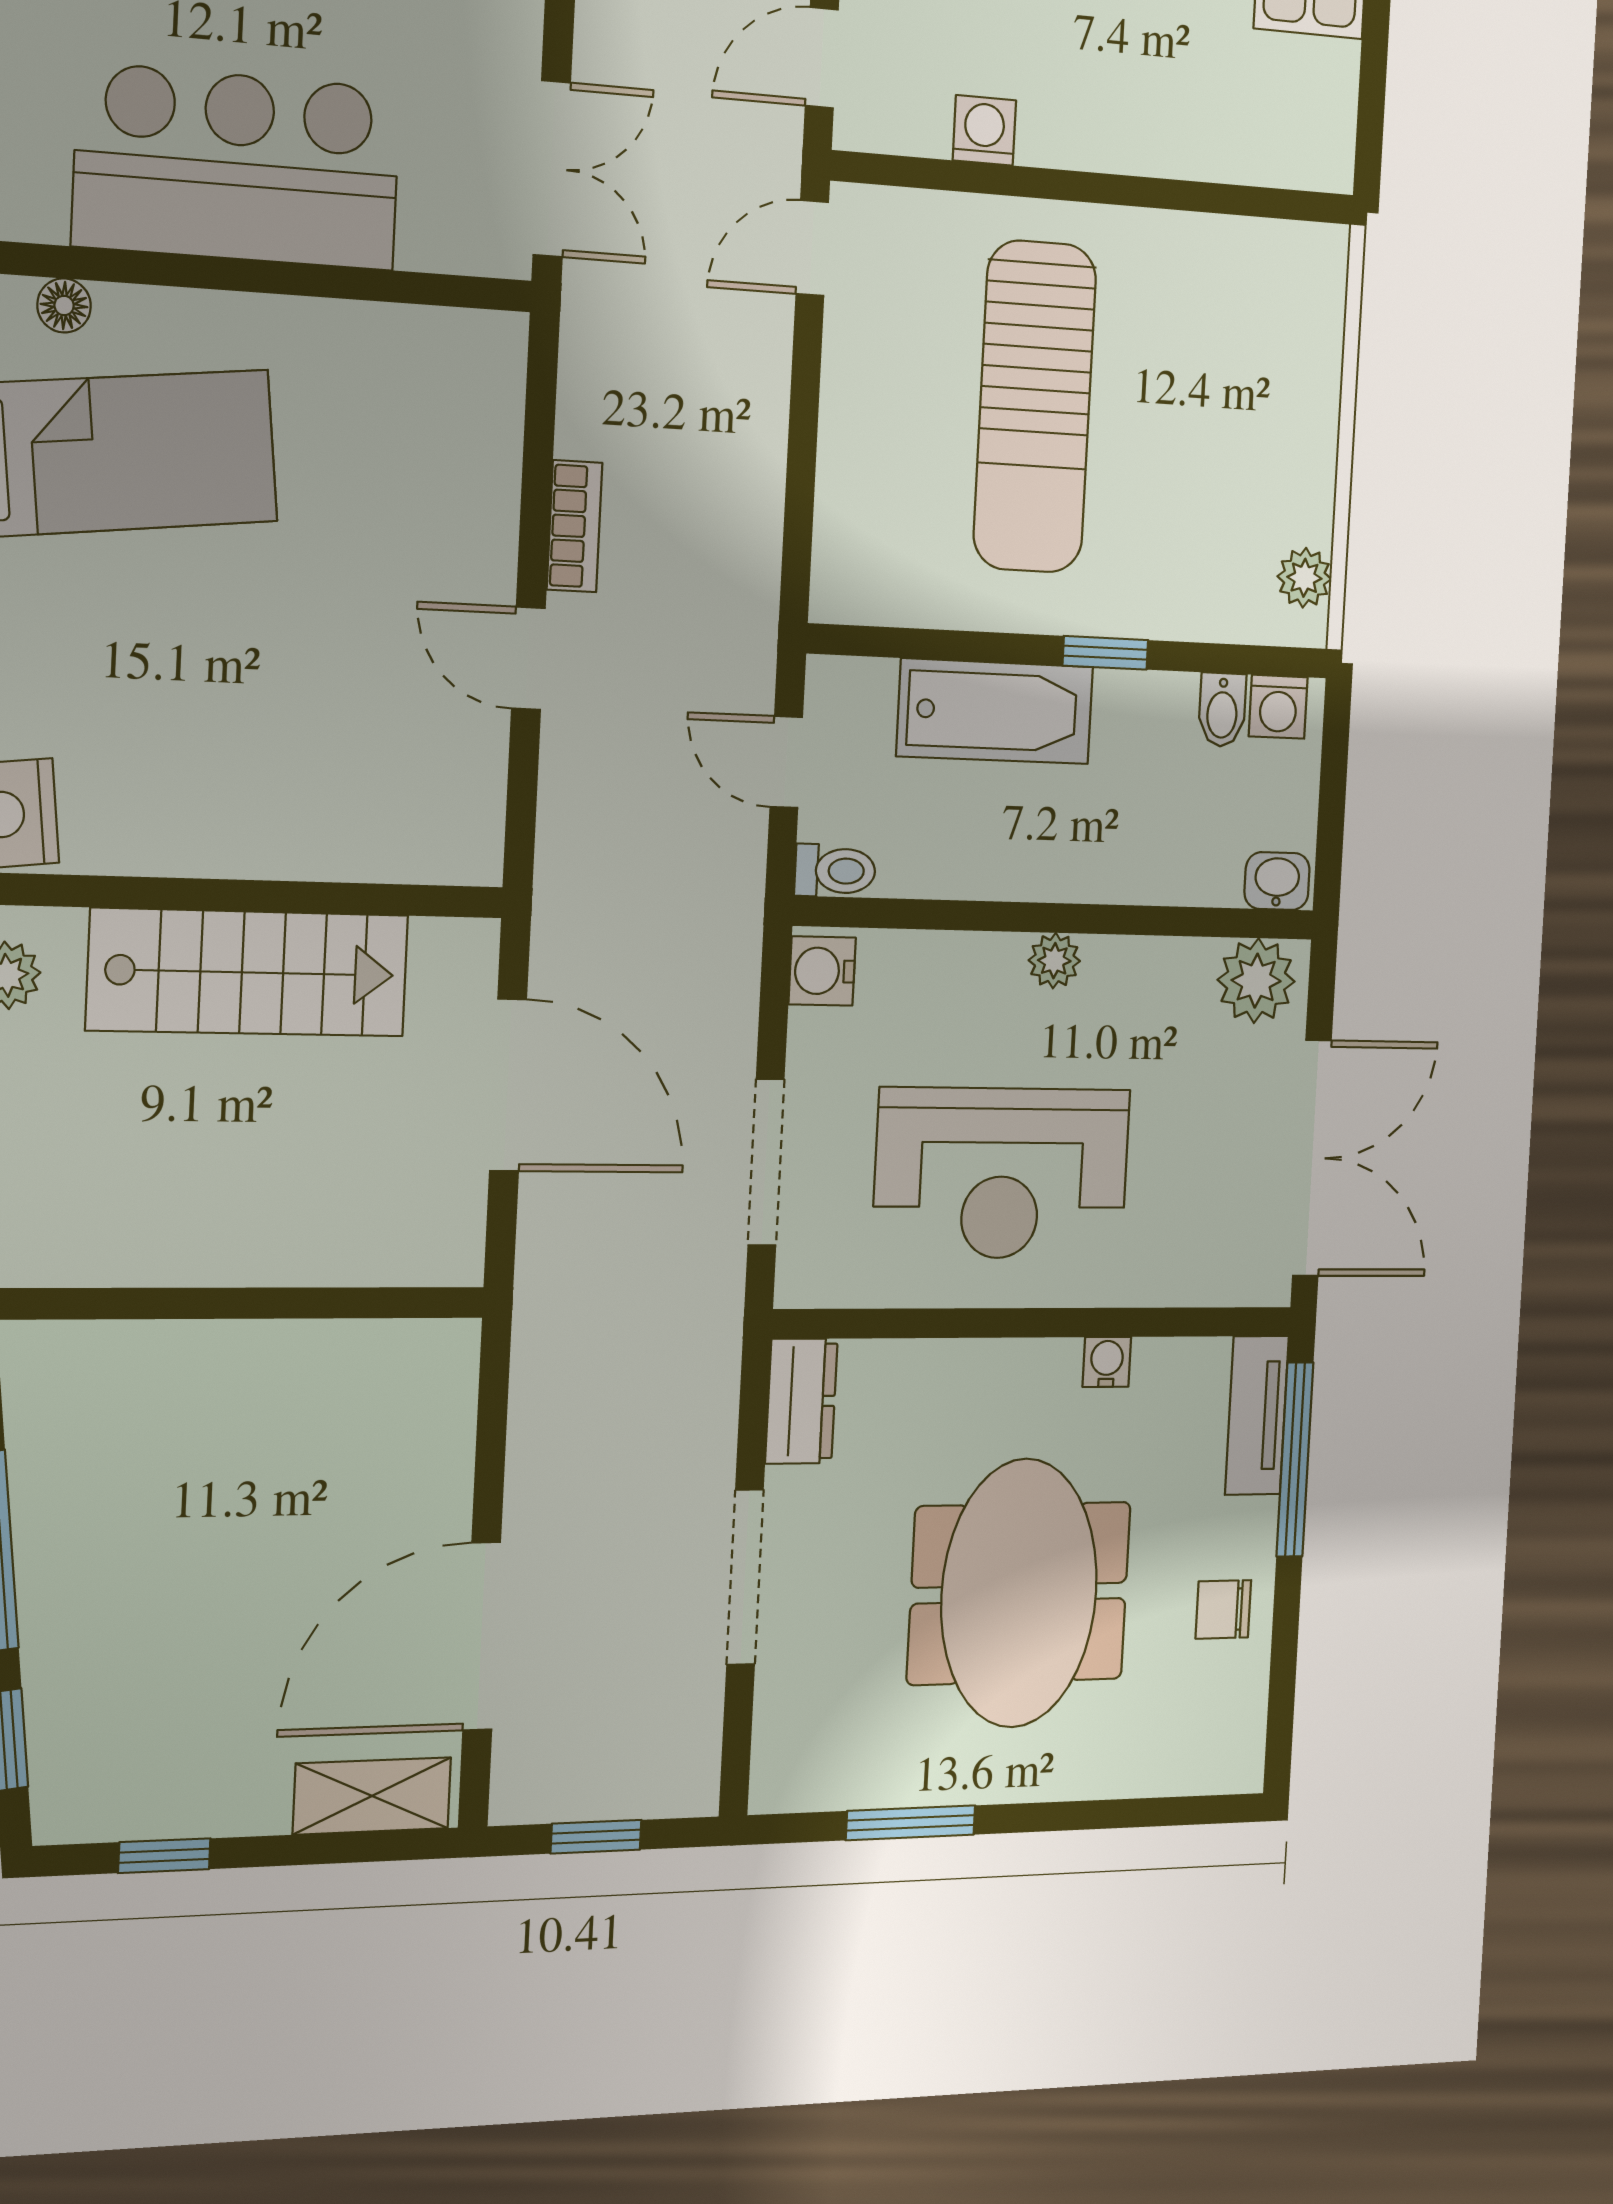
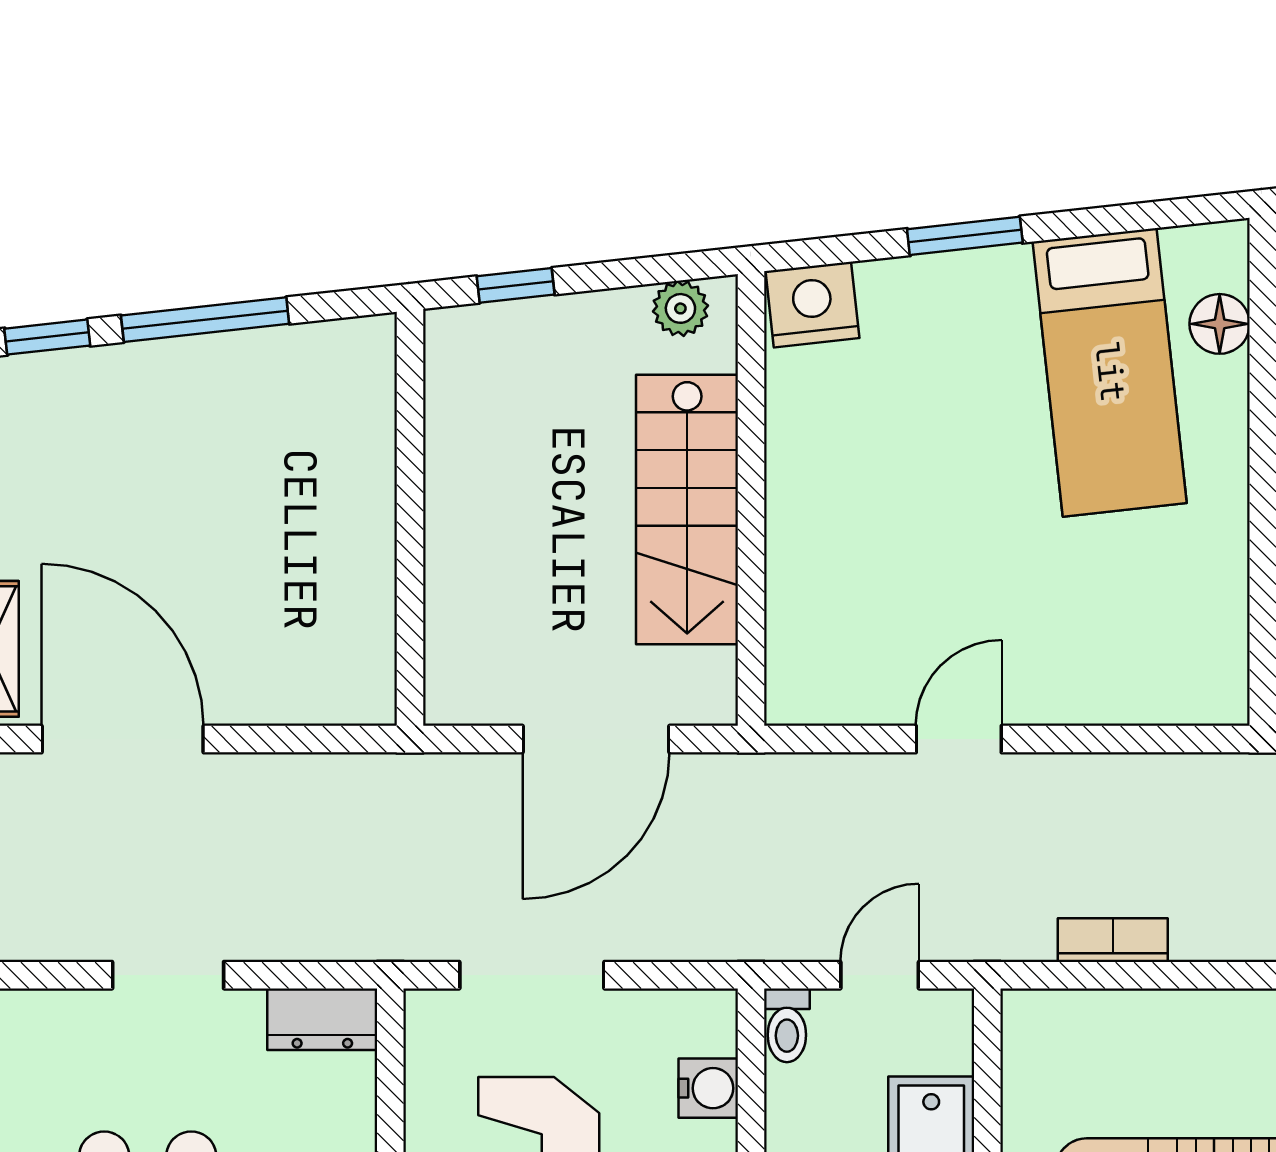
floor lamp: (64, 305) -> (1220, 324), width x1.37, depth x1.37
bookcase: (575, 526) -> (1113, 940), moved, turned 180
water cooler: (822, 971) -> (708, 1088), moved, turned 90
doorway: (745, 1577) -> (168, 975), width x0.73

